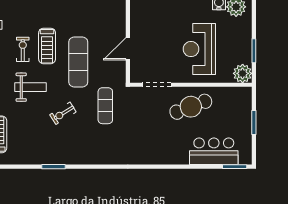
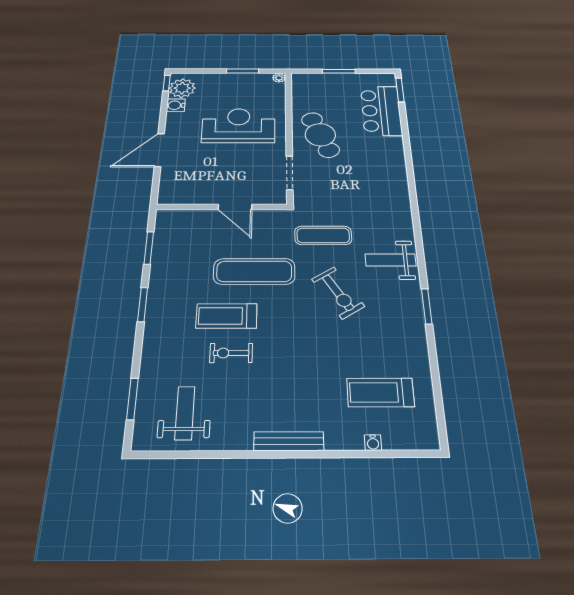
treadmill: (47, 46) -> (227, 316), turned 180
reception desk: (199, 49) -> (238, 126), turned 180
plant: (243, 73) -> (279, 78), width x0.53, depth x0.53
weight bench: (31, 87) -> (390, 260), moved, turned -90
exercise bike: (63, 113) -> (338, 293), width x1.38, depth x1.39

